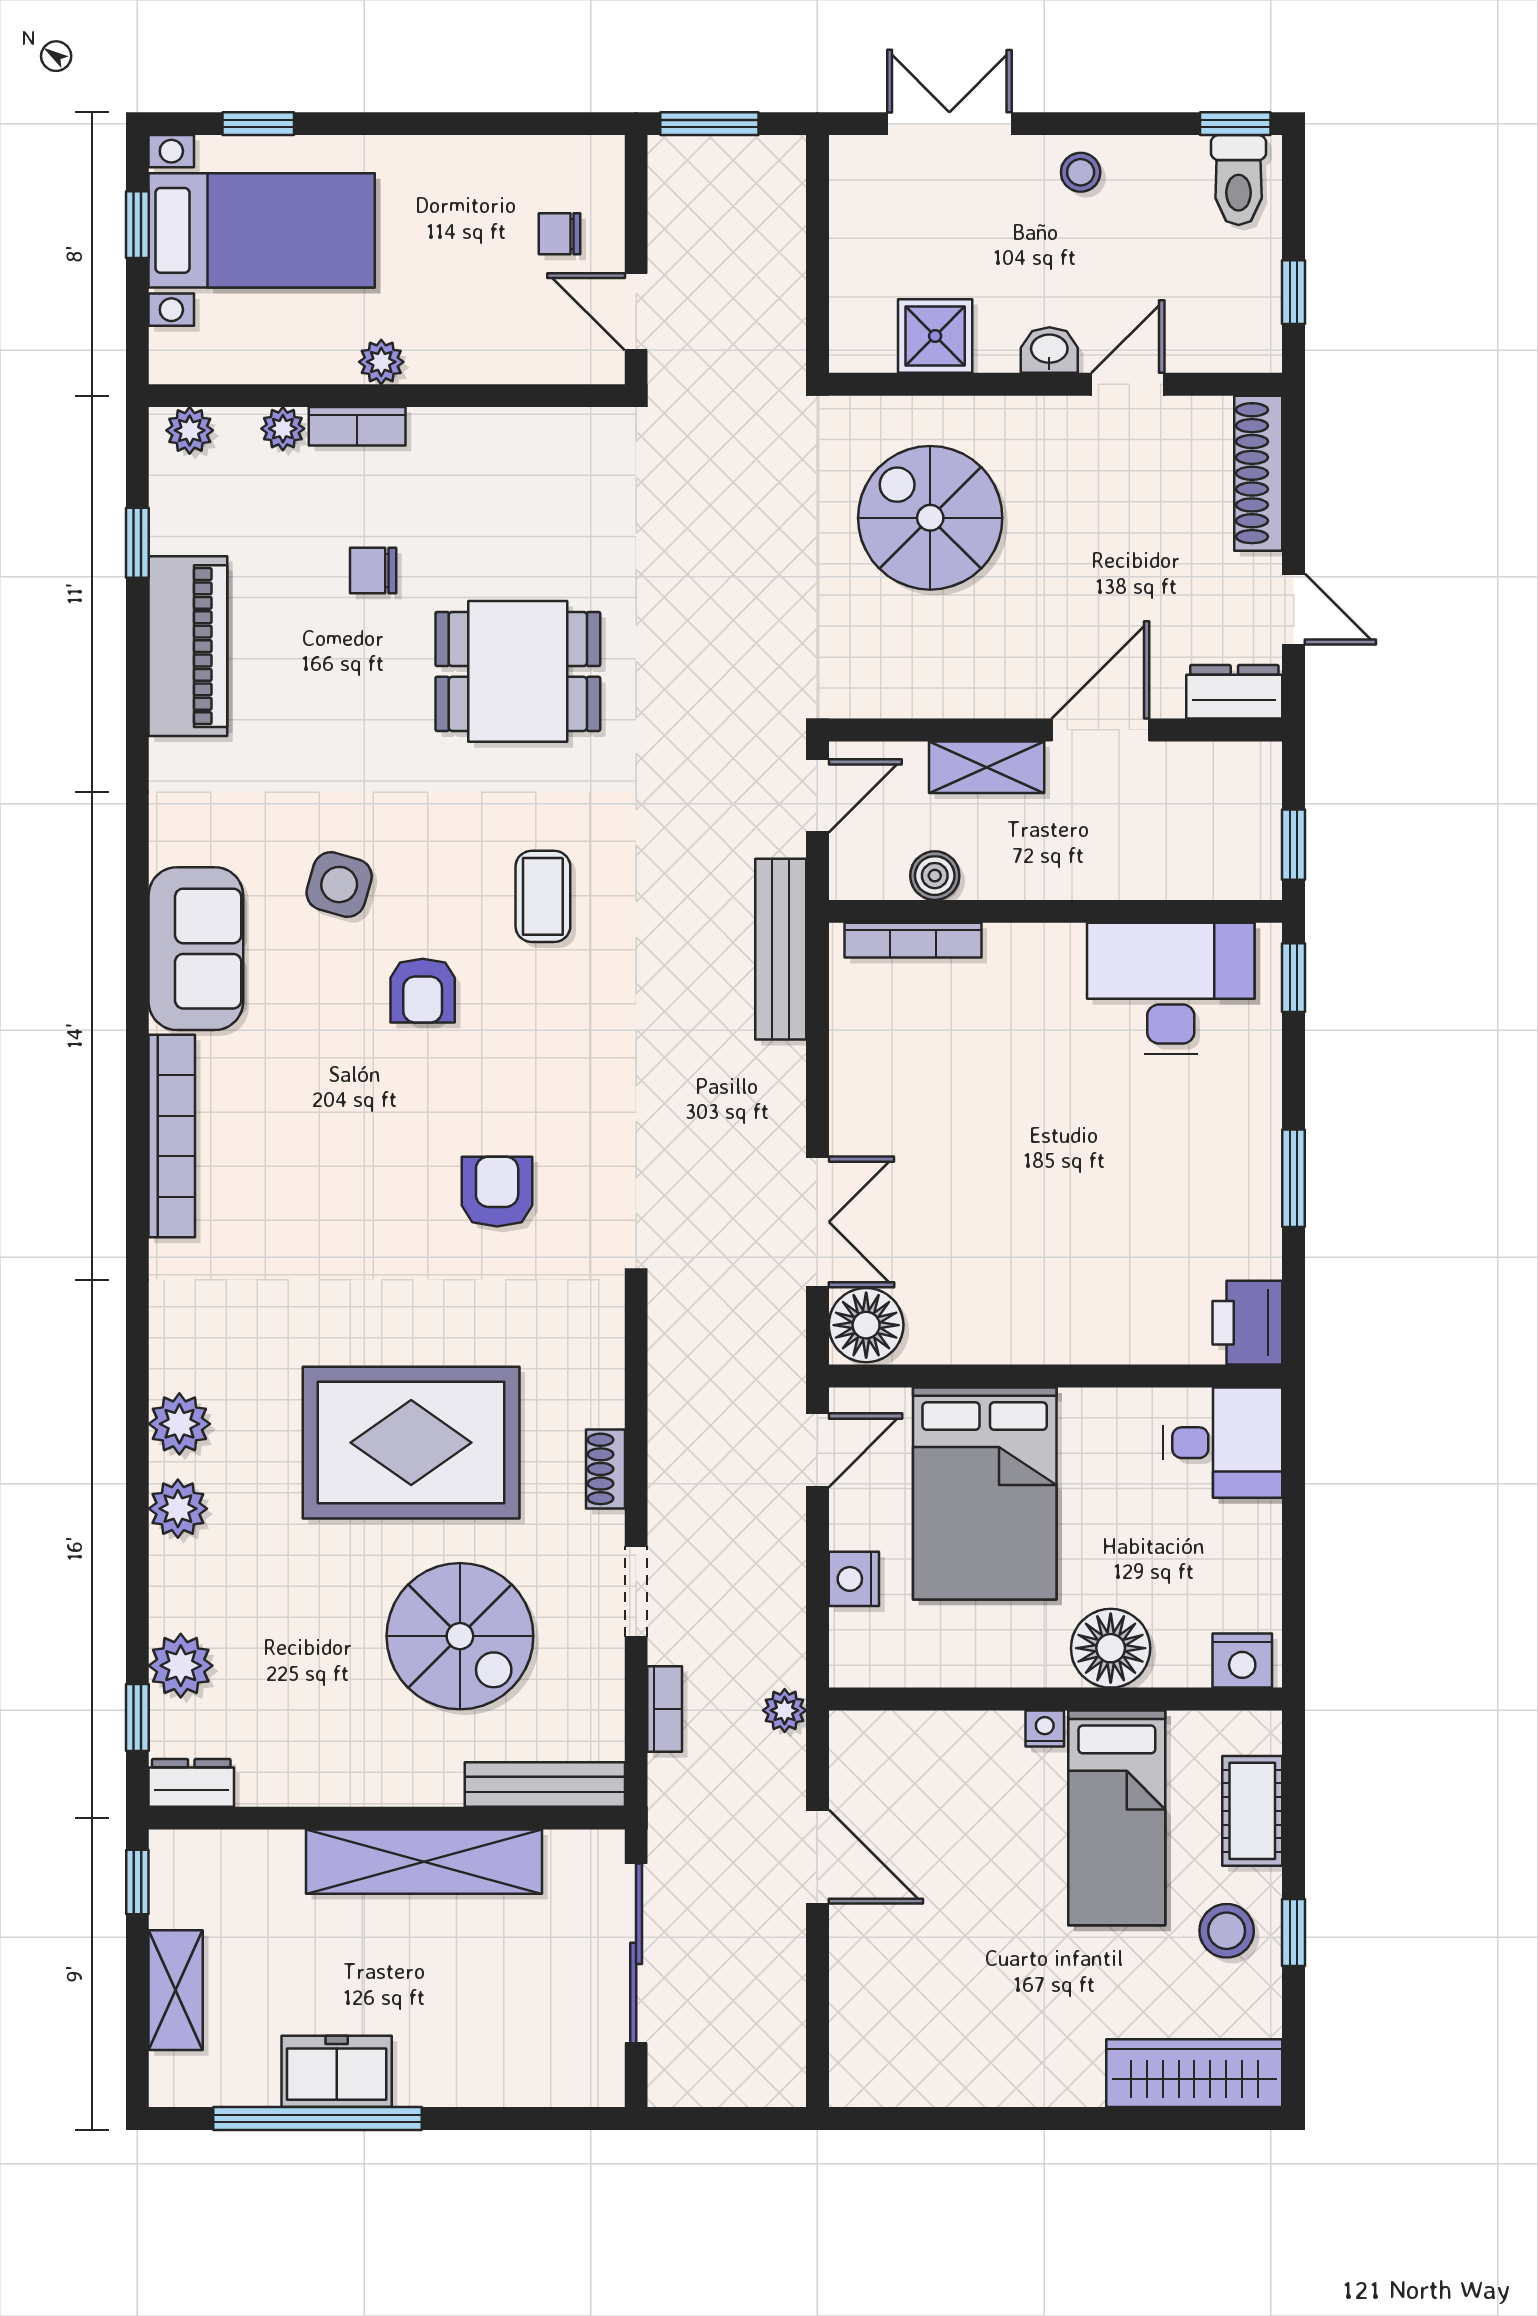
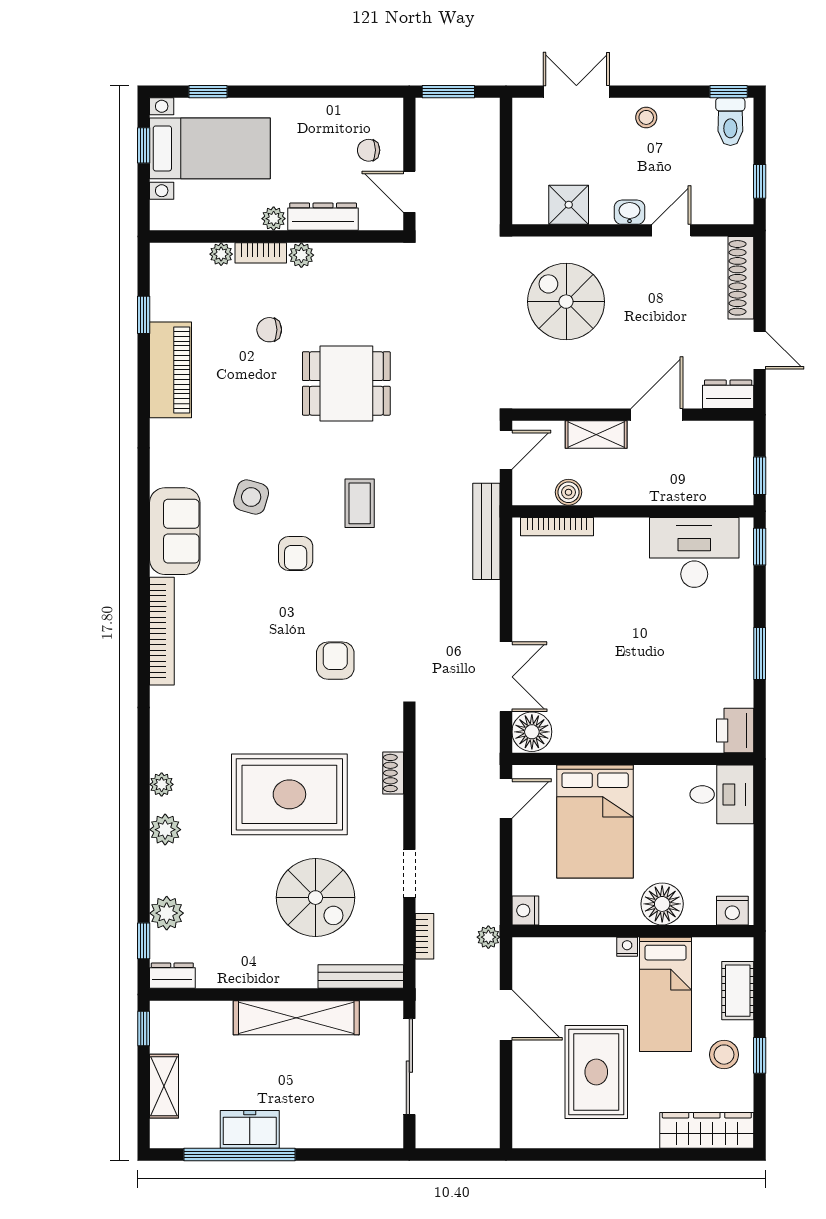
dresser: (474, 358) -> (323, 217), added
plant: (190, 430) -> (301, 255), moved
plant: (179, 1424) -> (162, 784), width x0.73, depth x0.73
shoe rack: (606, 1469) -> (393, 773), moved
nightstand: (854, 1579) -> (525, 911), moved
rug: (987, 1964) -> (596, 1072), added

